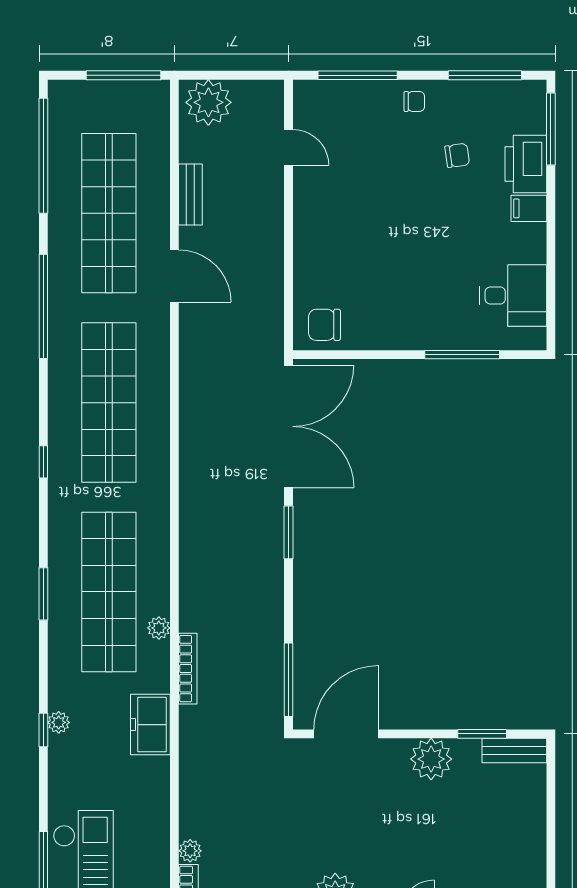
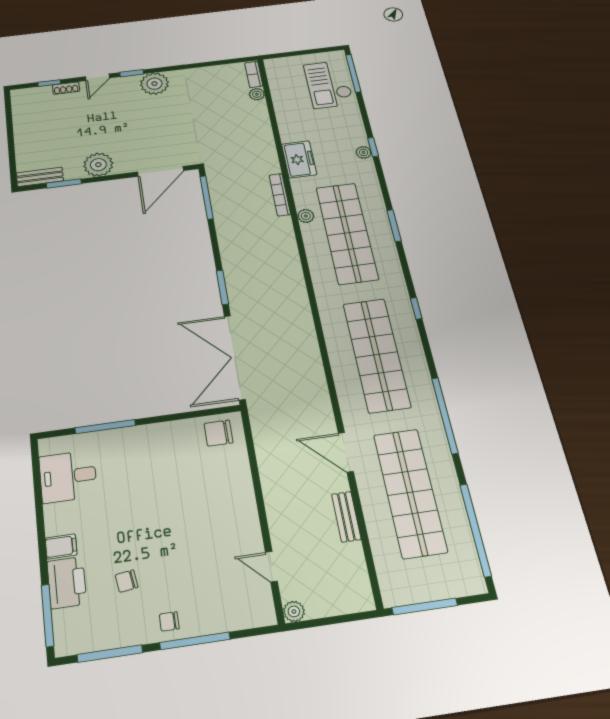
window: (358, 75) -> (195, 641), moved
plant: (208, 102) -> (294, 611), moved, width x0.53, depth x0.53
chair: (324, 325) -> (218, 433), turned 180

